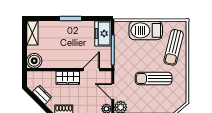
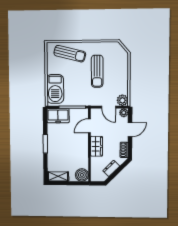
barbecue: (146, 30) -> (55, 89), moved
door: (91, 70) -> (89, 126), hinge flipped
door: (113, 92) -> (109, 107), hinge flipped

